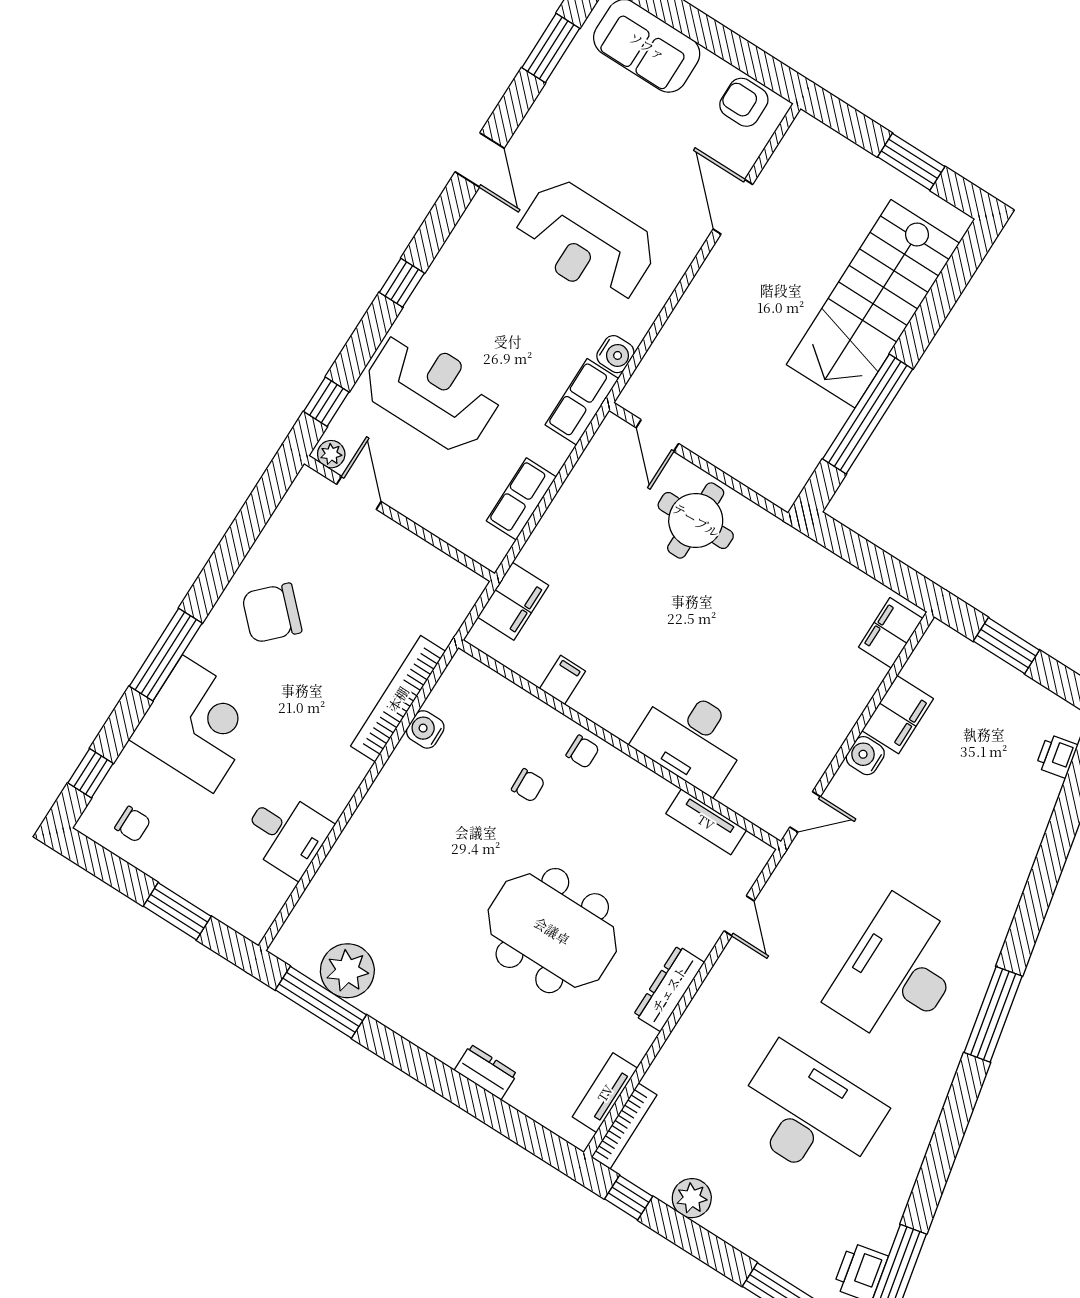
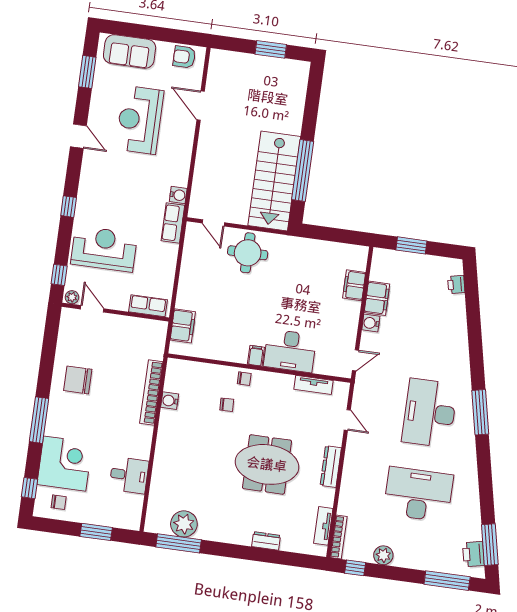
reception desk: (586, 242) -> (140, 120), moved, turned 90
stairs: (873, 304) -> (274, 181), moved
row of seats: (521, 499) -> (148, 306), moved, turned 90
chair: (272, 613) -> (78, 380), turned 45
filing cabinet: (891, 633) -> (354, 285), moved
filing cabinet: (562, 680) -> (256, 356), moved
corner desk: (198, 724) -> (65, 464), moved

